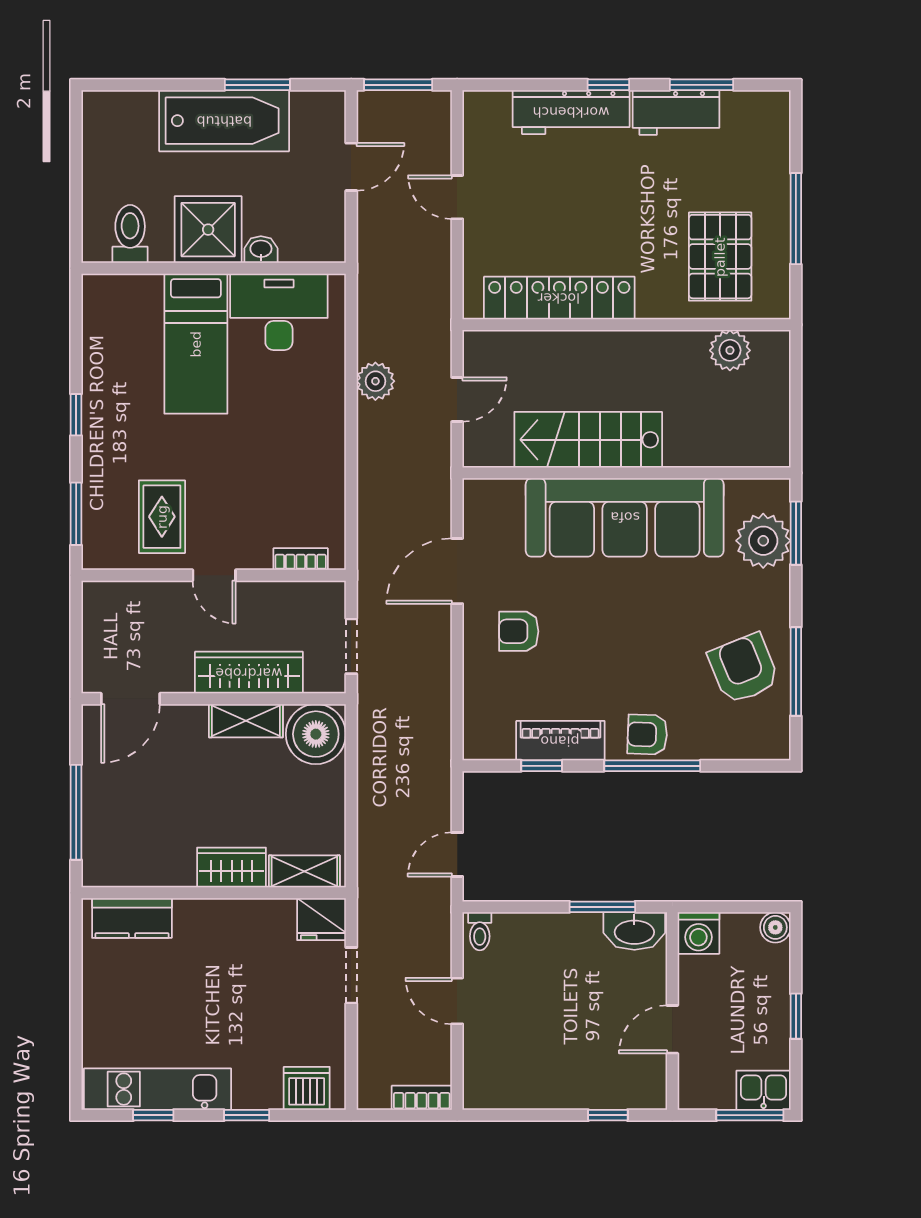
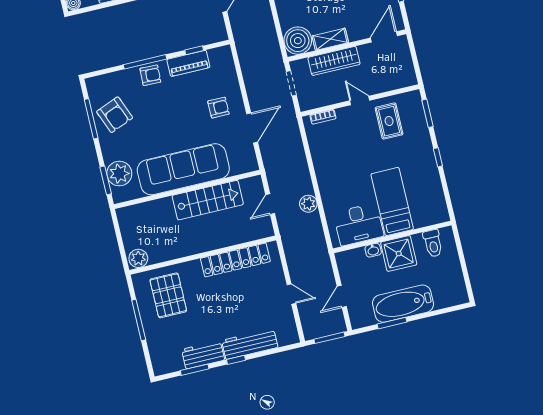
plant: (730, 350) -> (138, 258), moved

